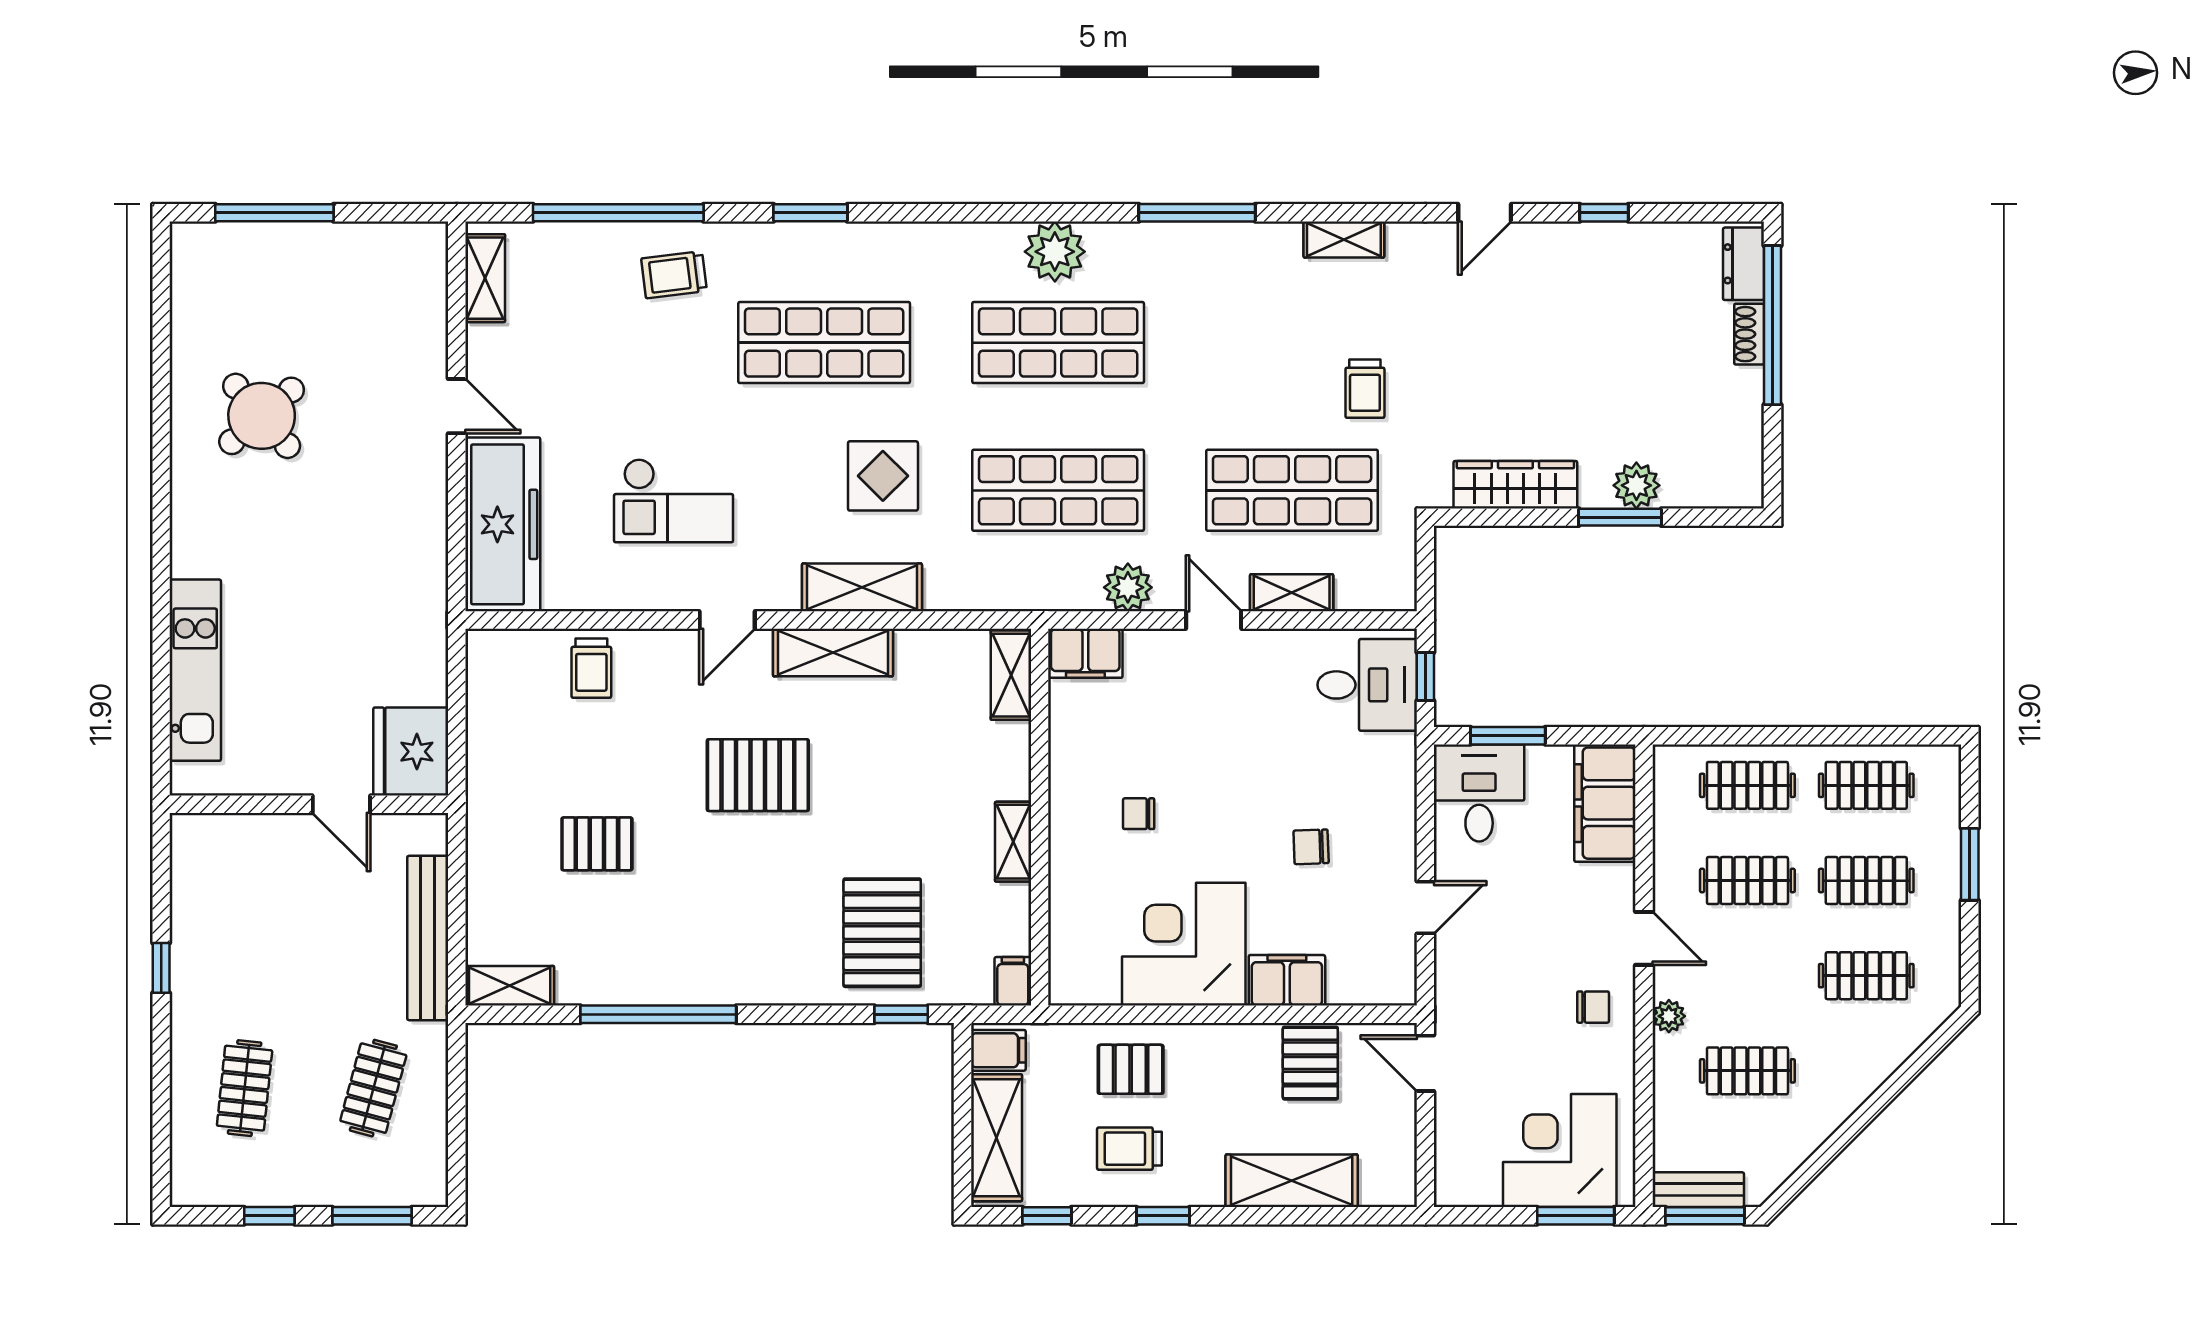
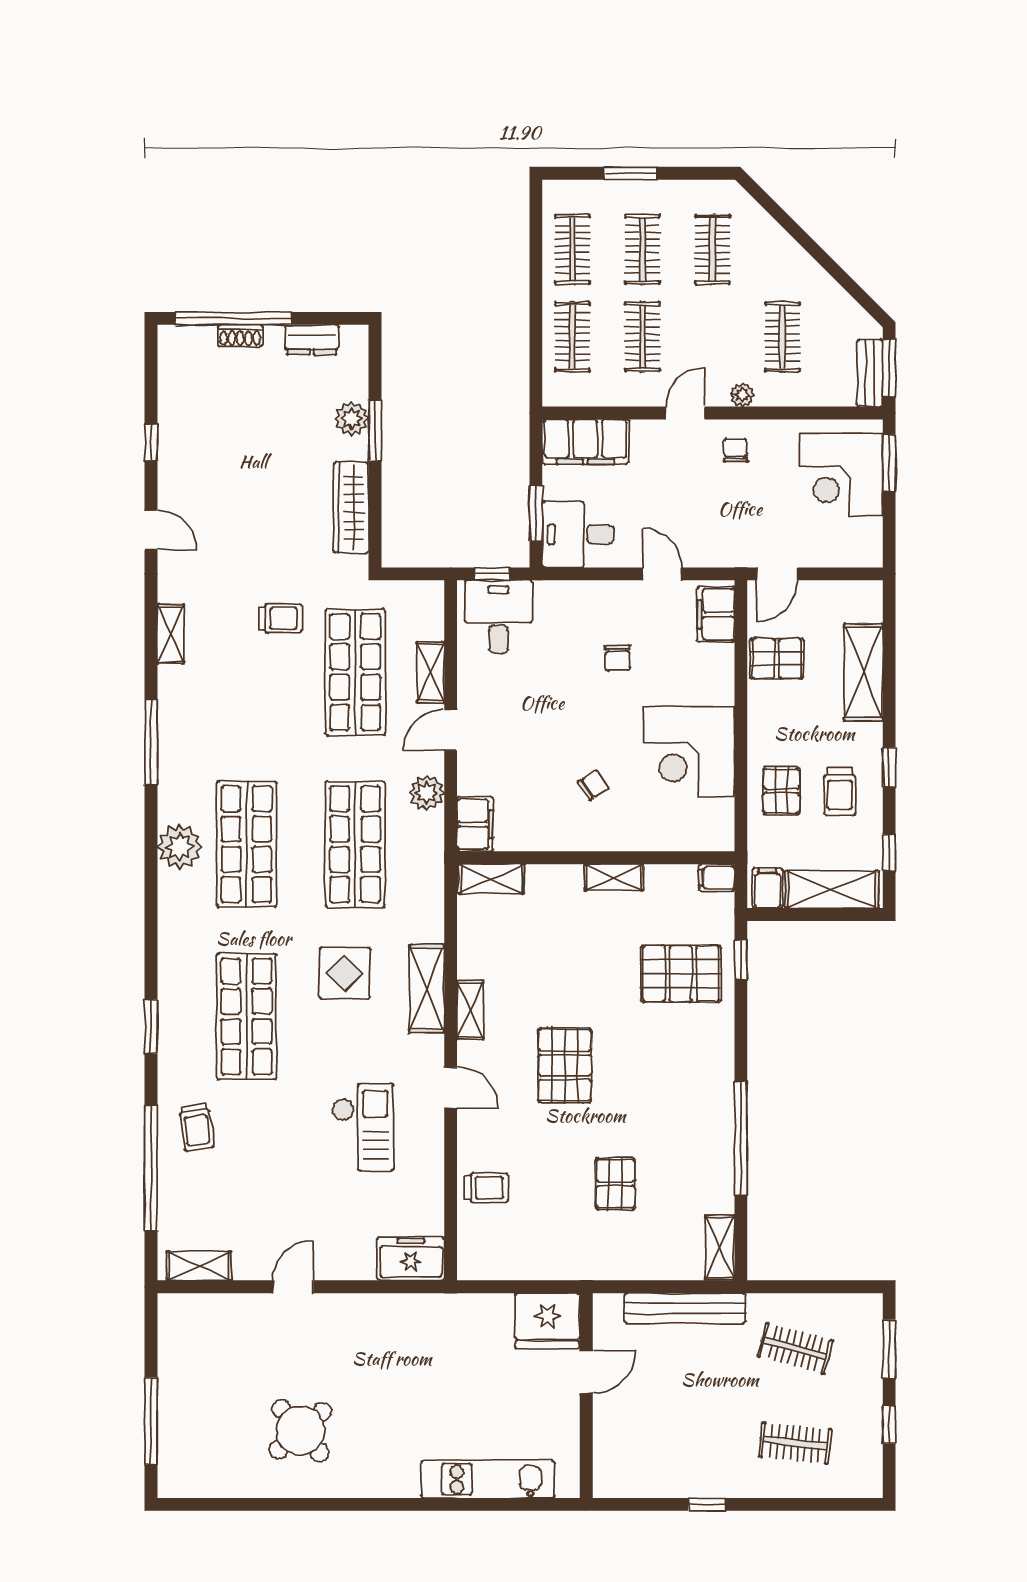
dresser: (1744, 264) -> (312, 340), moved
freezer: (503, 524) -> (411, 1259), width x0.52, depth x0.79
shelving: (833, 652) -> (470, 1010), width x0.67, depth x0.75
chair: (1139, 814) -> (593, 785), turned -124
filing cabinet: (1287, 980) -> (716, 614), moved

